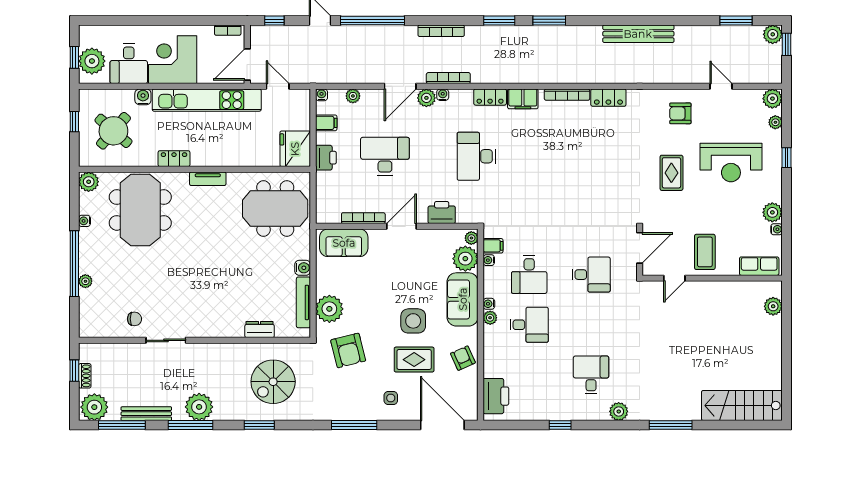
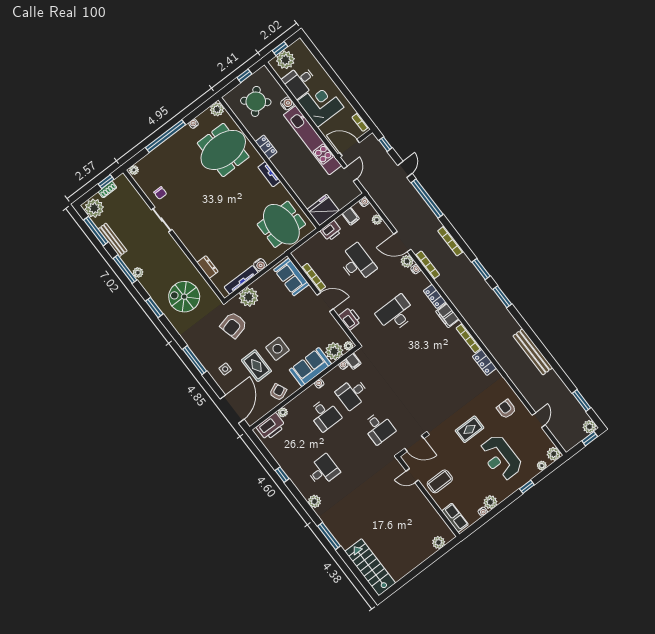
plant: (85, 281) -> (134, 170), moved
plant: (490, 318) -> (283, 412), moved
plant: (199, 407) -> (138, 273), width x0.53, depth x0.53

